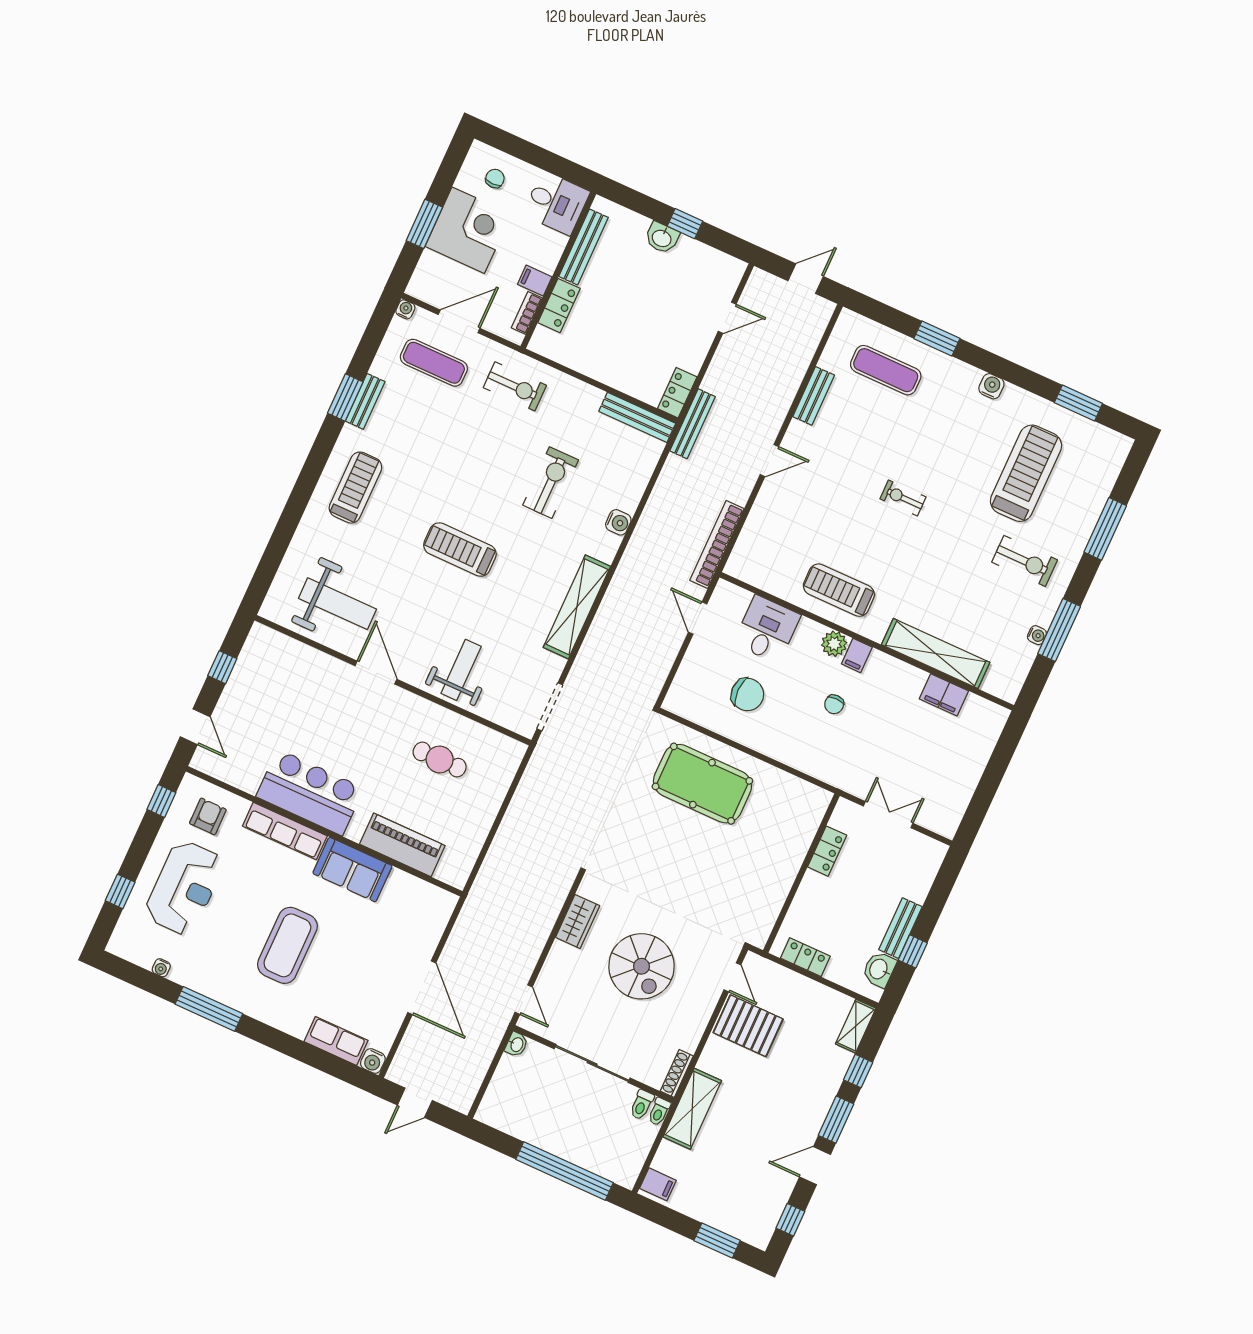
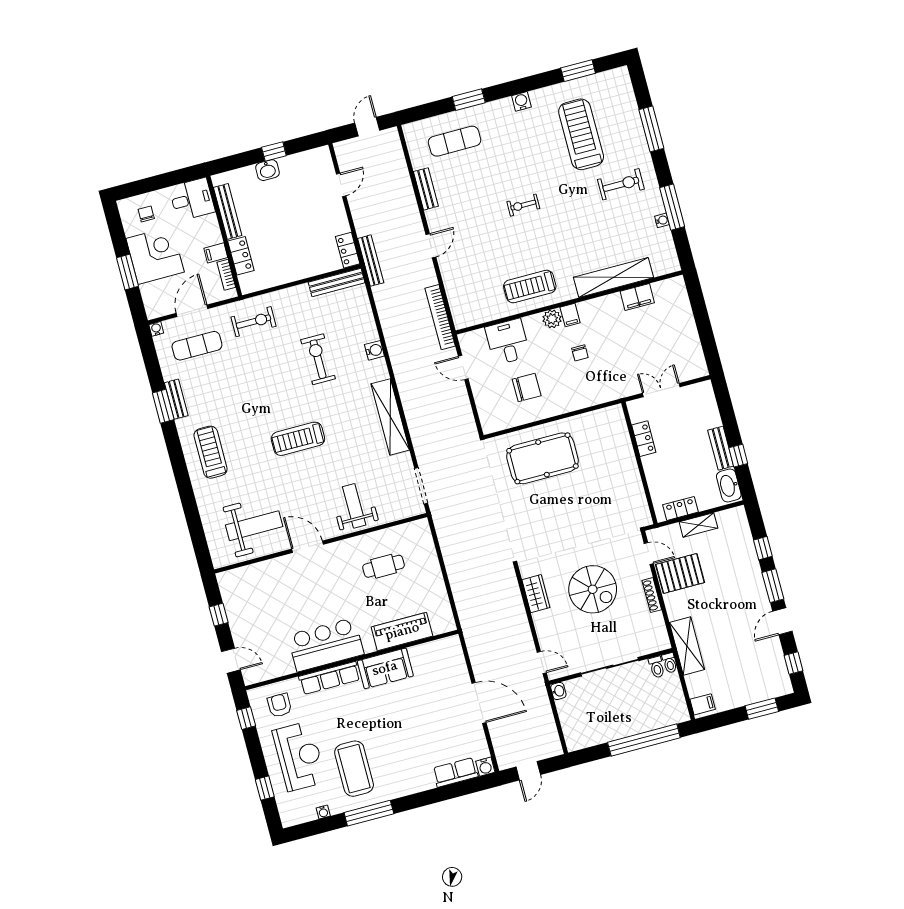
coffee table: (287, 945) -> (354, 769), moved
washbasin: (879, 969) -> (729, 485), width x1.38
shelving: (856, 1026) -> (698, 525), moved, turned 90
shoe rack: (677, 1074) -> (652, 595), moved

